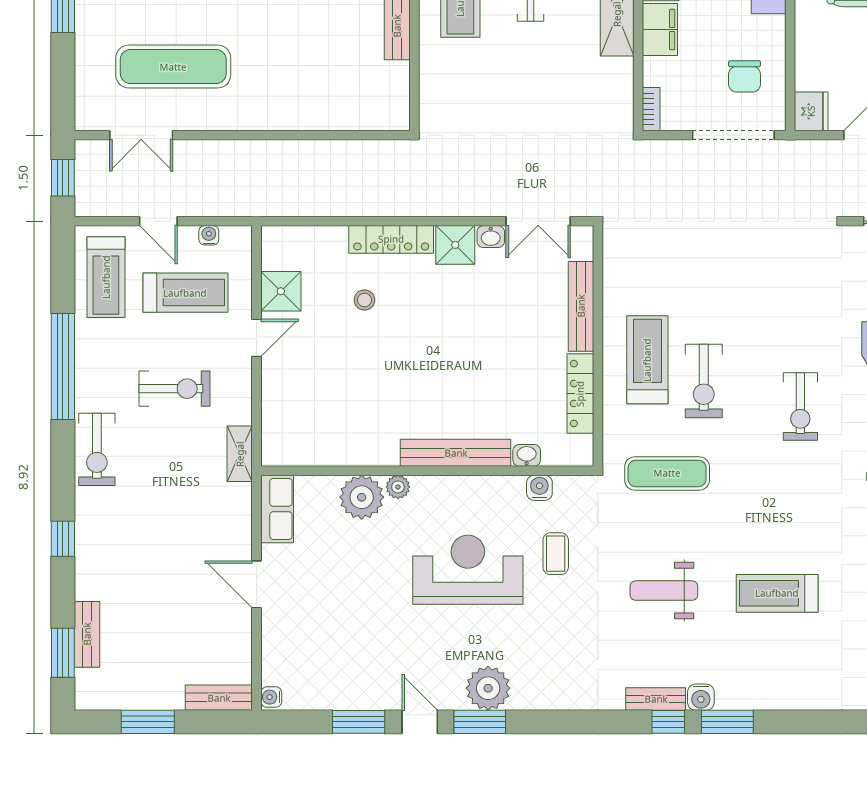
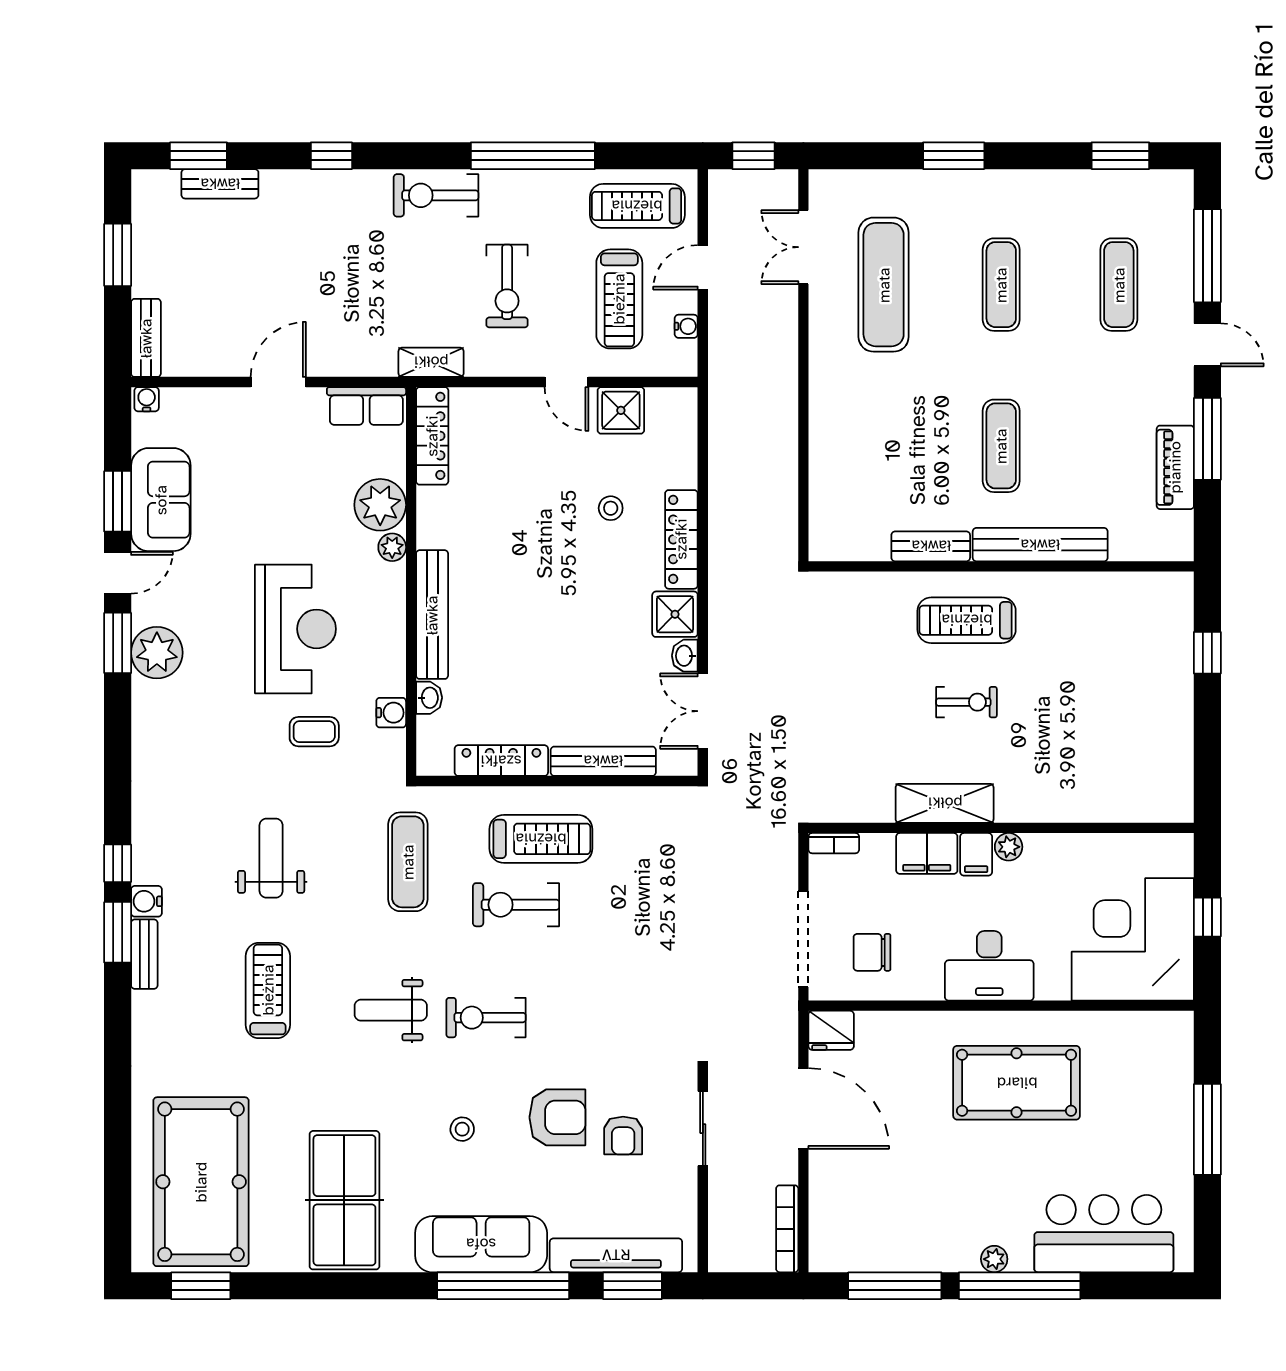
locker: (303, 453) -> (432, 436), added
weight bench: (794, 488) -> (391, 1010), added
sofa: (357, 685) -> (161, 500), added
bench: (656, 699) -> (144, 954), moved

